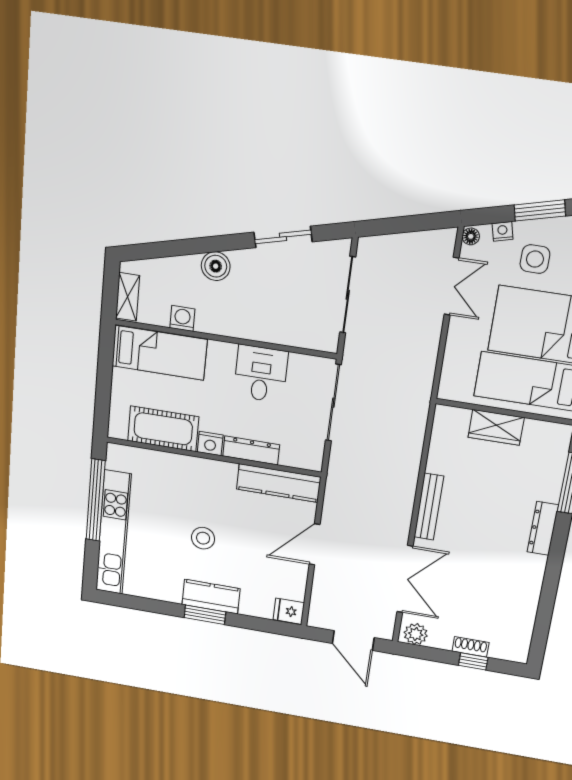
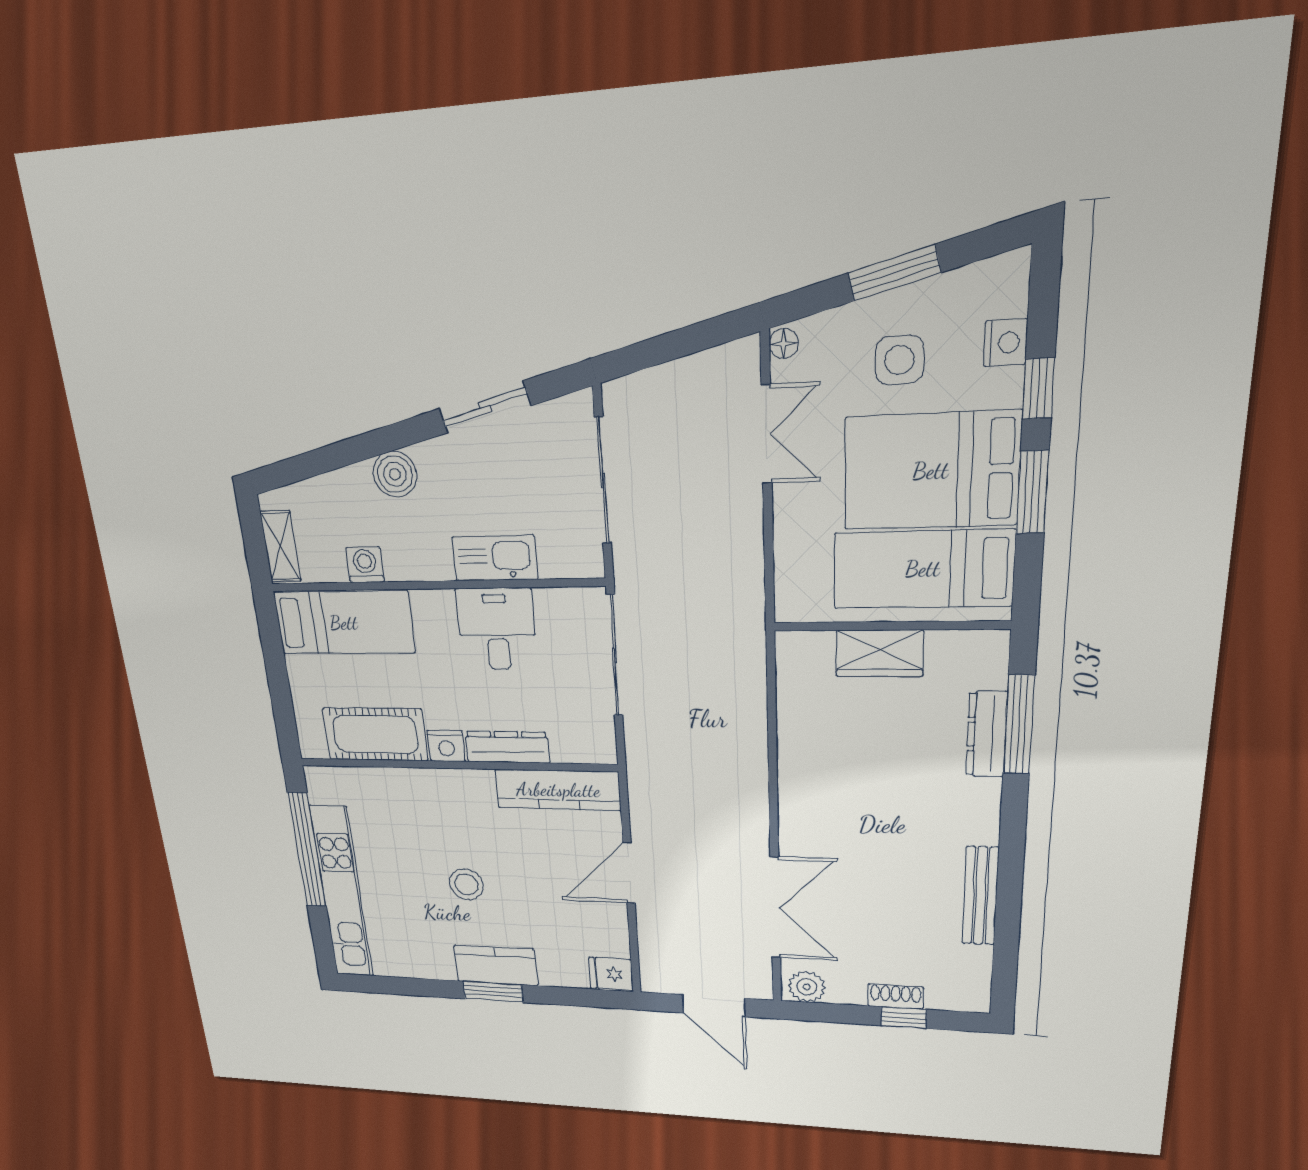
nightstand: (503, 231) -> (836, 323), removed
kitchen sink: (269, 329) -> (495, 558), added
bench: (429, 507) -> (980, 896), moved
dresser: (543, 528) -> (987, 734), moved

